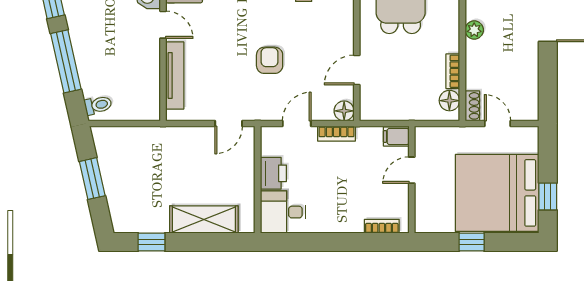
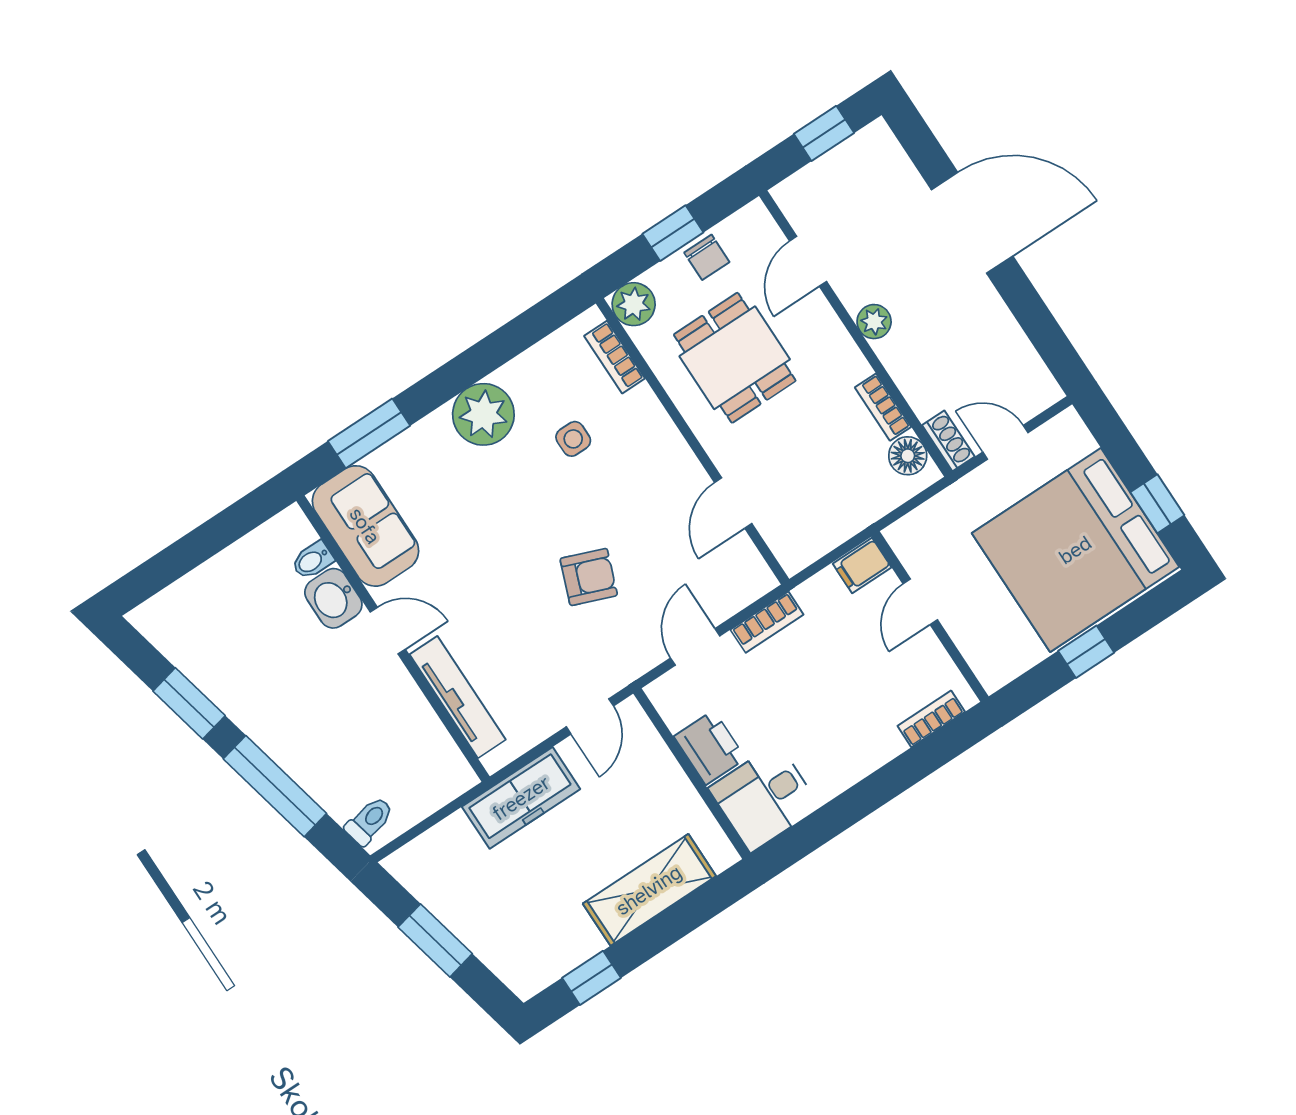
armchair: (270, 60) -> (589, 577), turned 111
floor lamp: (344, 111) -> (755, 579), removed
freezer: (173, 140) -> (521, 798), added

